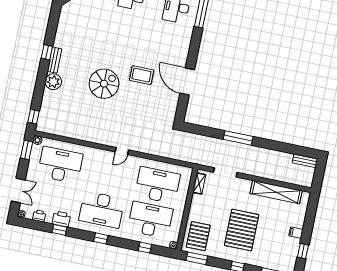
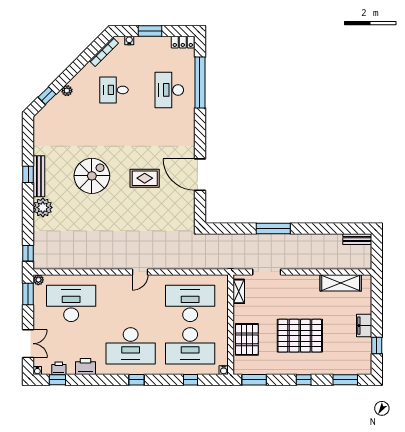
bench: (55, 60) -> (39, 176), width x1.36
spiral stairs: (104, 84) -> (92, 176), moved
shelving: (276, 192) -> (341, 283), width x0.68
desk: (150, 220) -> (190, 346), turned 180
window: (60, 230) -> (57, 380), moved
pallet: (242, 230) -> (300, 336), turned 90
filing cabinet: (296, 233) -> (364, 326), width x2.00
pallet: (198, 236) -> (247, 339), moved

